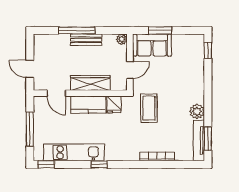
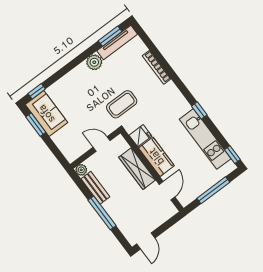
window: (160, 30) -> (36, 125), moved
bench: (86, 40) -> (95, 188), moved
sofa: (152, 45) -> (46, 114), moved
door: (30, 69) -> (146, 241), moved

